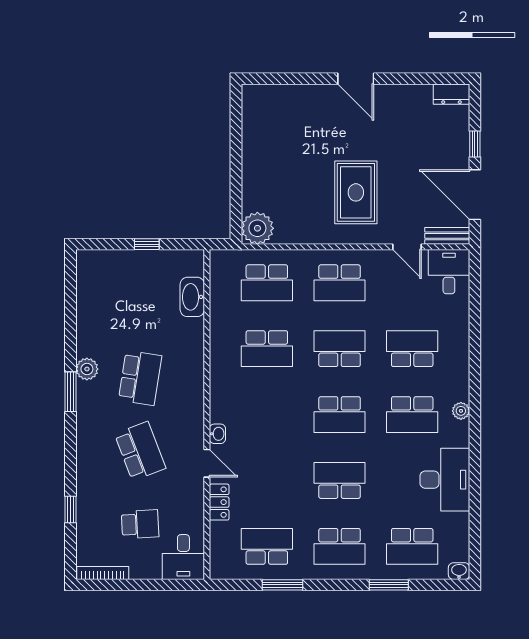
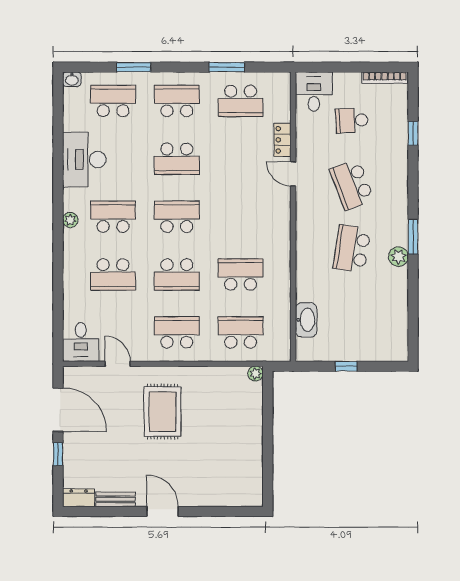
plant: (257, 228) -> (255, 374), width x0.53, depth x0.53
bench: (447, 236) -> (116, 499), moved
washbasin: (217, 434) -> (284, 200), removed

